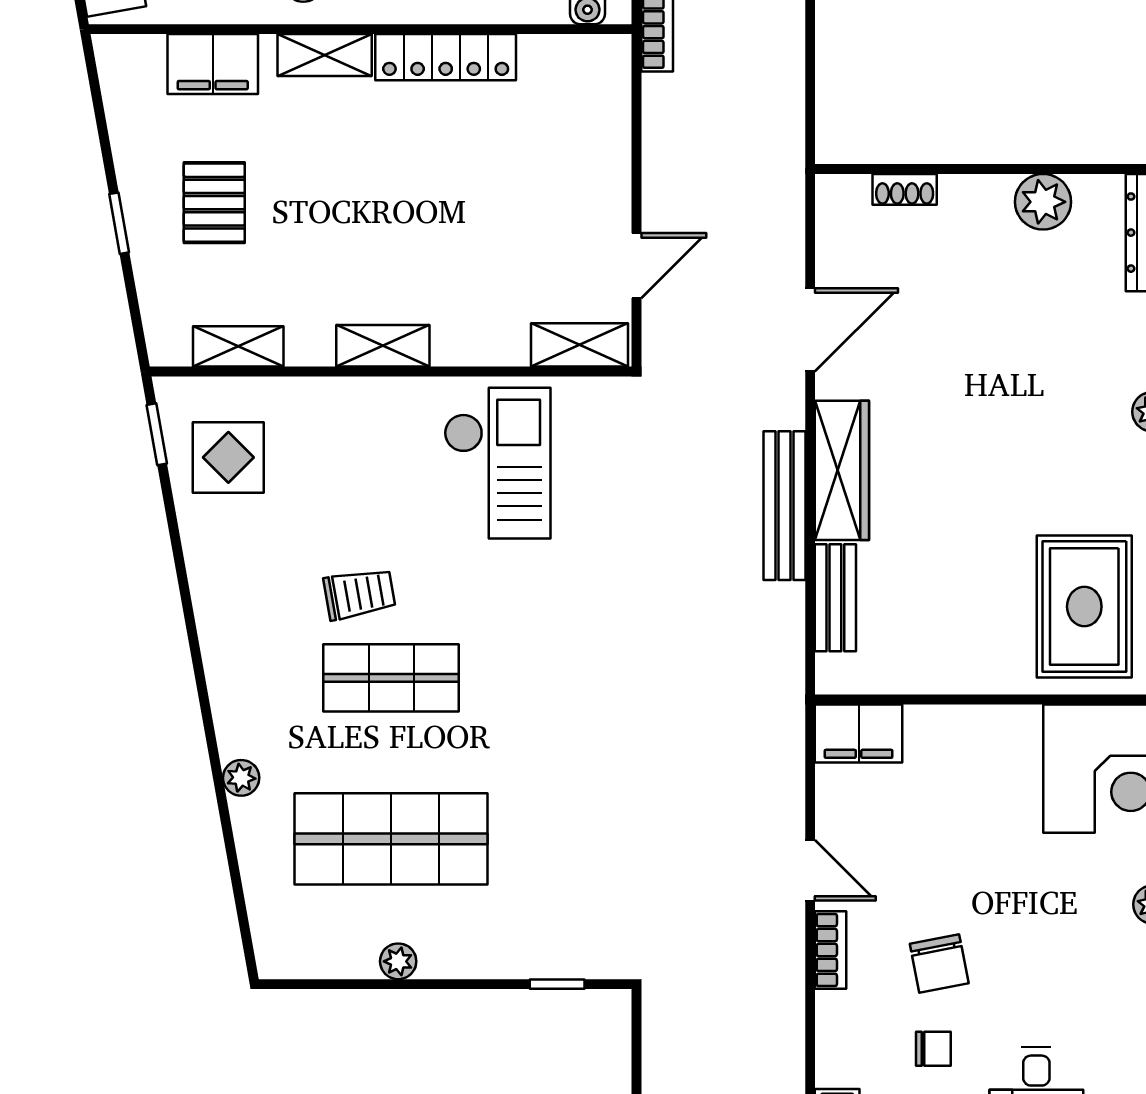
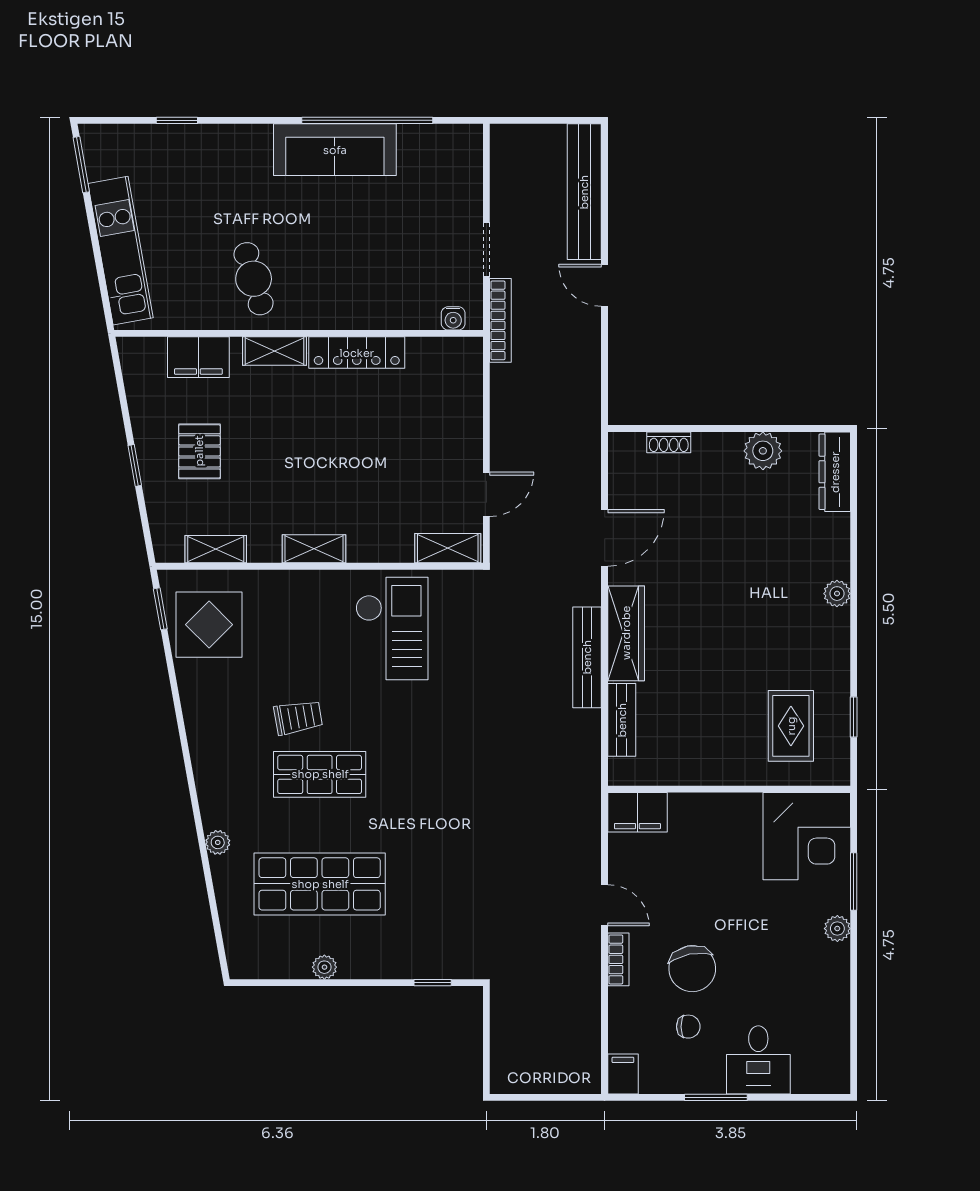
display table: (228, 457) -> (209, 625), width x1.36, depth x1.36
rug: (1084, 607) -> (791, 726), width x0.73, depth x0.70
chair: (939, 964) -> (692, 969), width x1.37, depth x1.37

